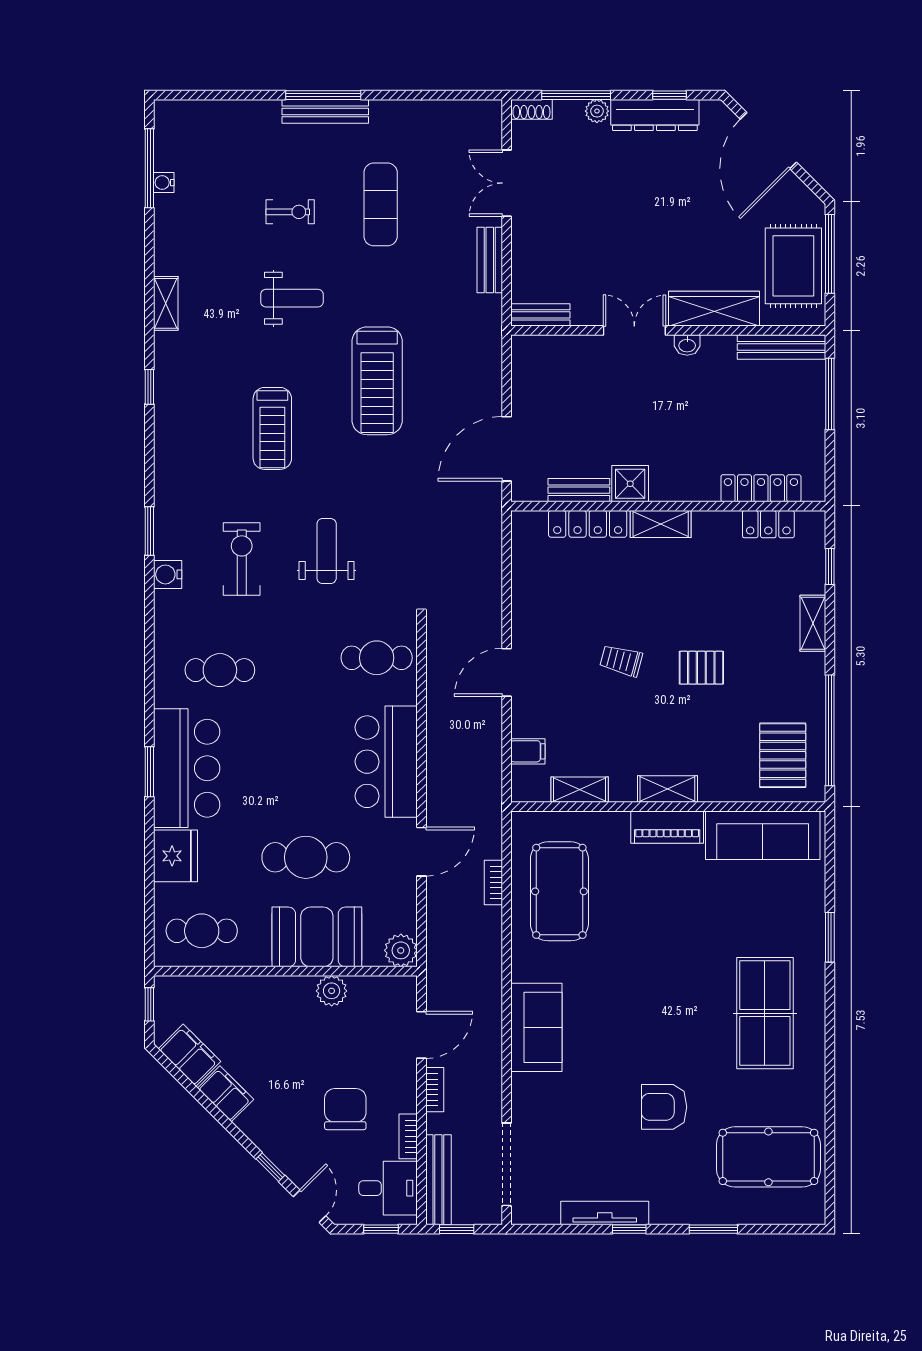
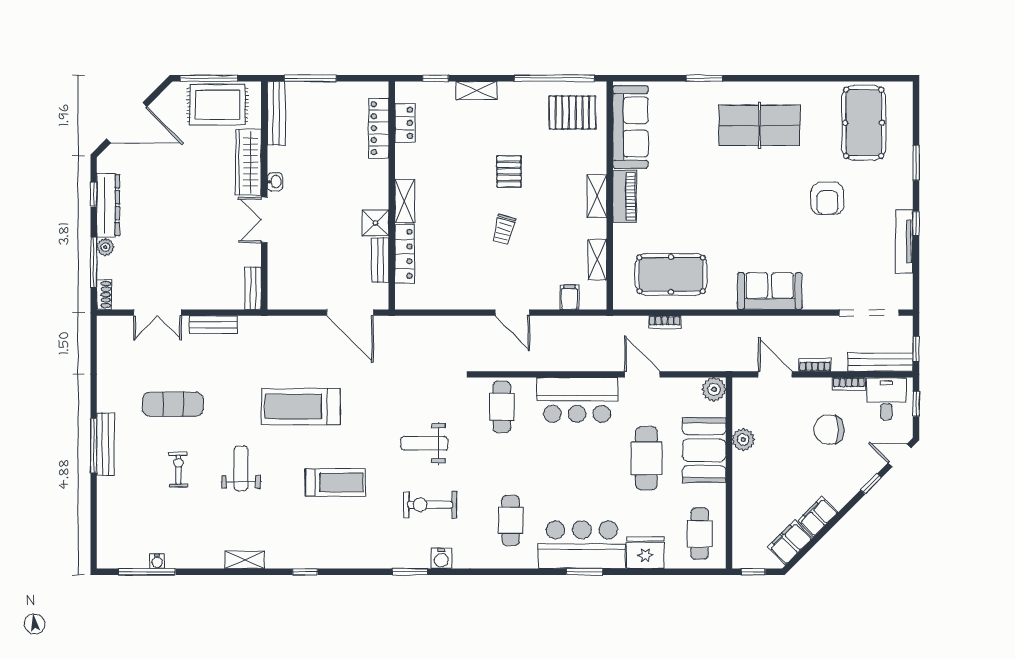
treadmill: (377, 381) -> (301, 407), turned 180

